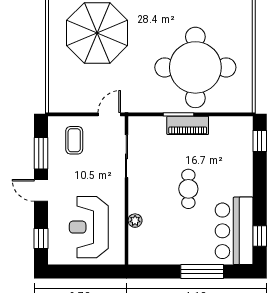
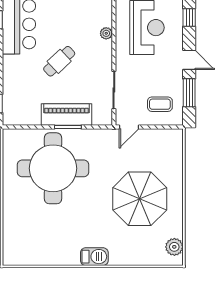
piano: (188, 125) -> (66, 115), width x1.37, depth x1.33
coffee table: (74, 140) -> (160, 104), turned 90
cafe table: (188, 189) -> (59, 61), turned 47

